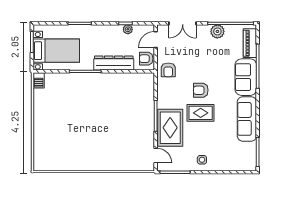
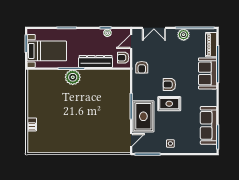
barbecue: (39, 80) -> (32, 124), moved
plant: (87, 82) -> (73, 77), added
sofa: (247, 119) -> (209, 125), moved
door: (156, 156) -> (131, 140), hinge flipped

